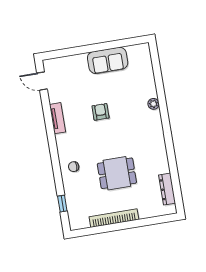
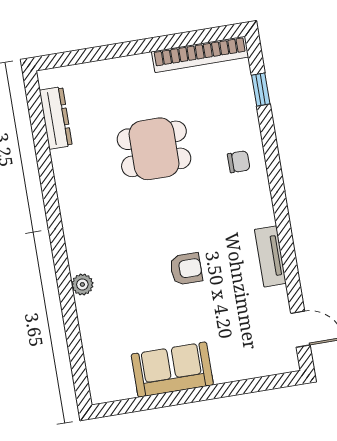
armchair: (101, 112) -> (186, 269), turned -90
bookcase: (114, 218) -> (200, 54), moved

